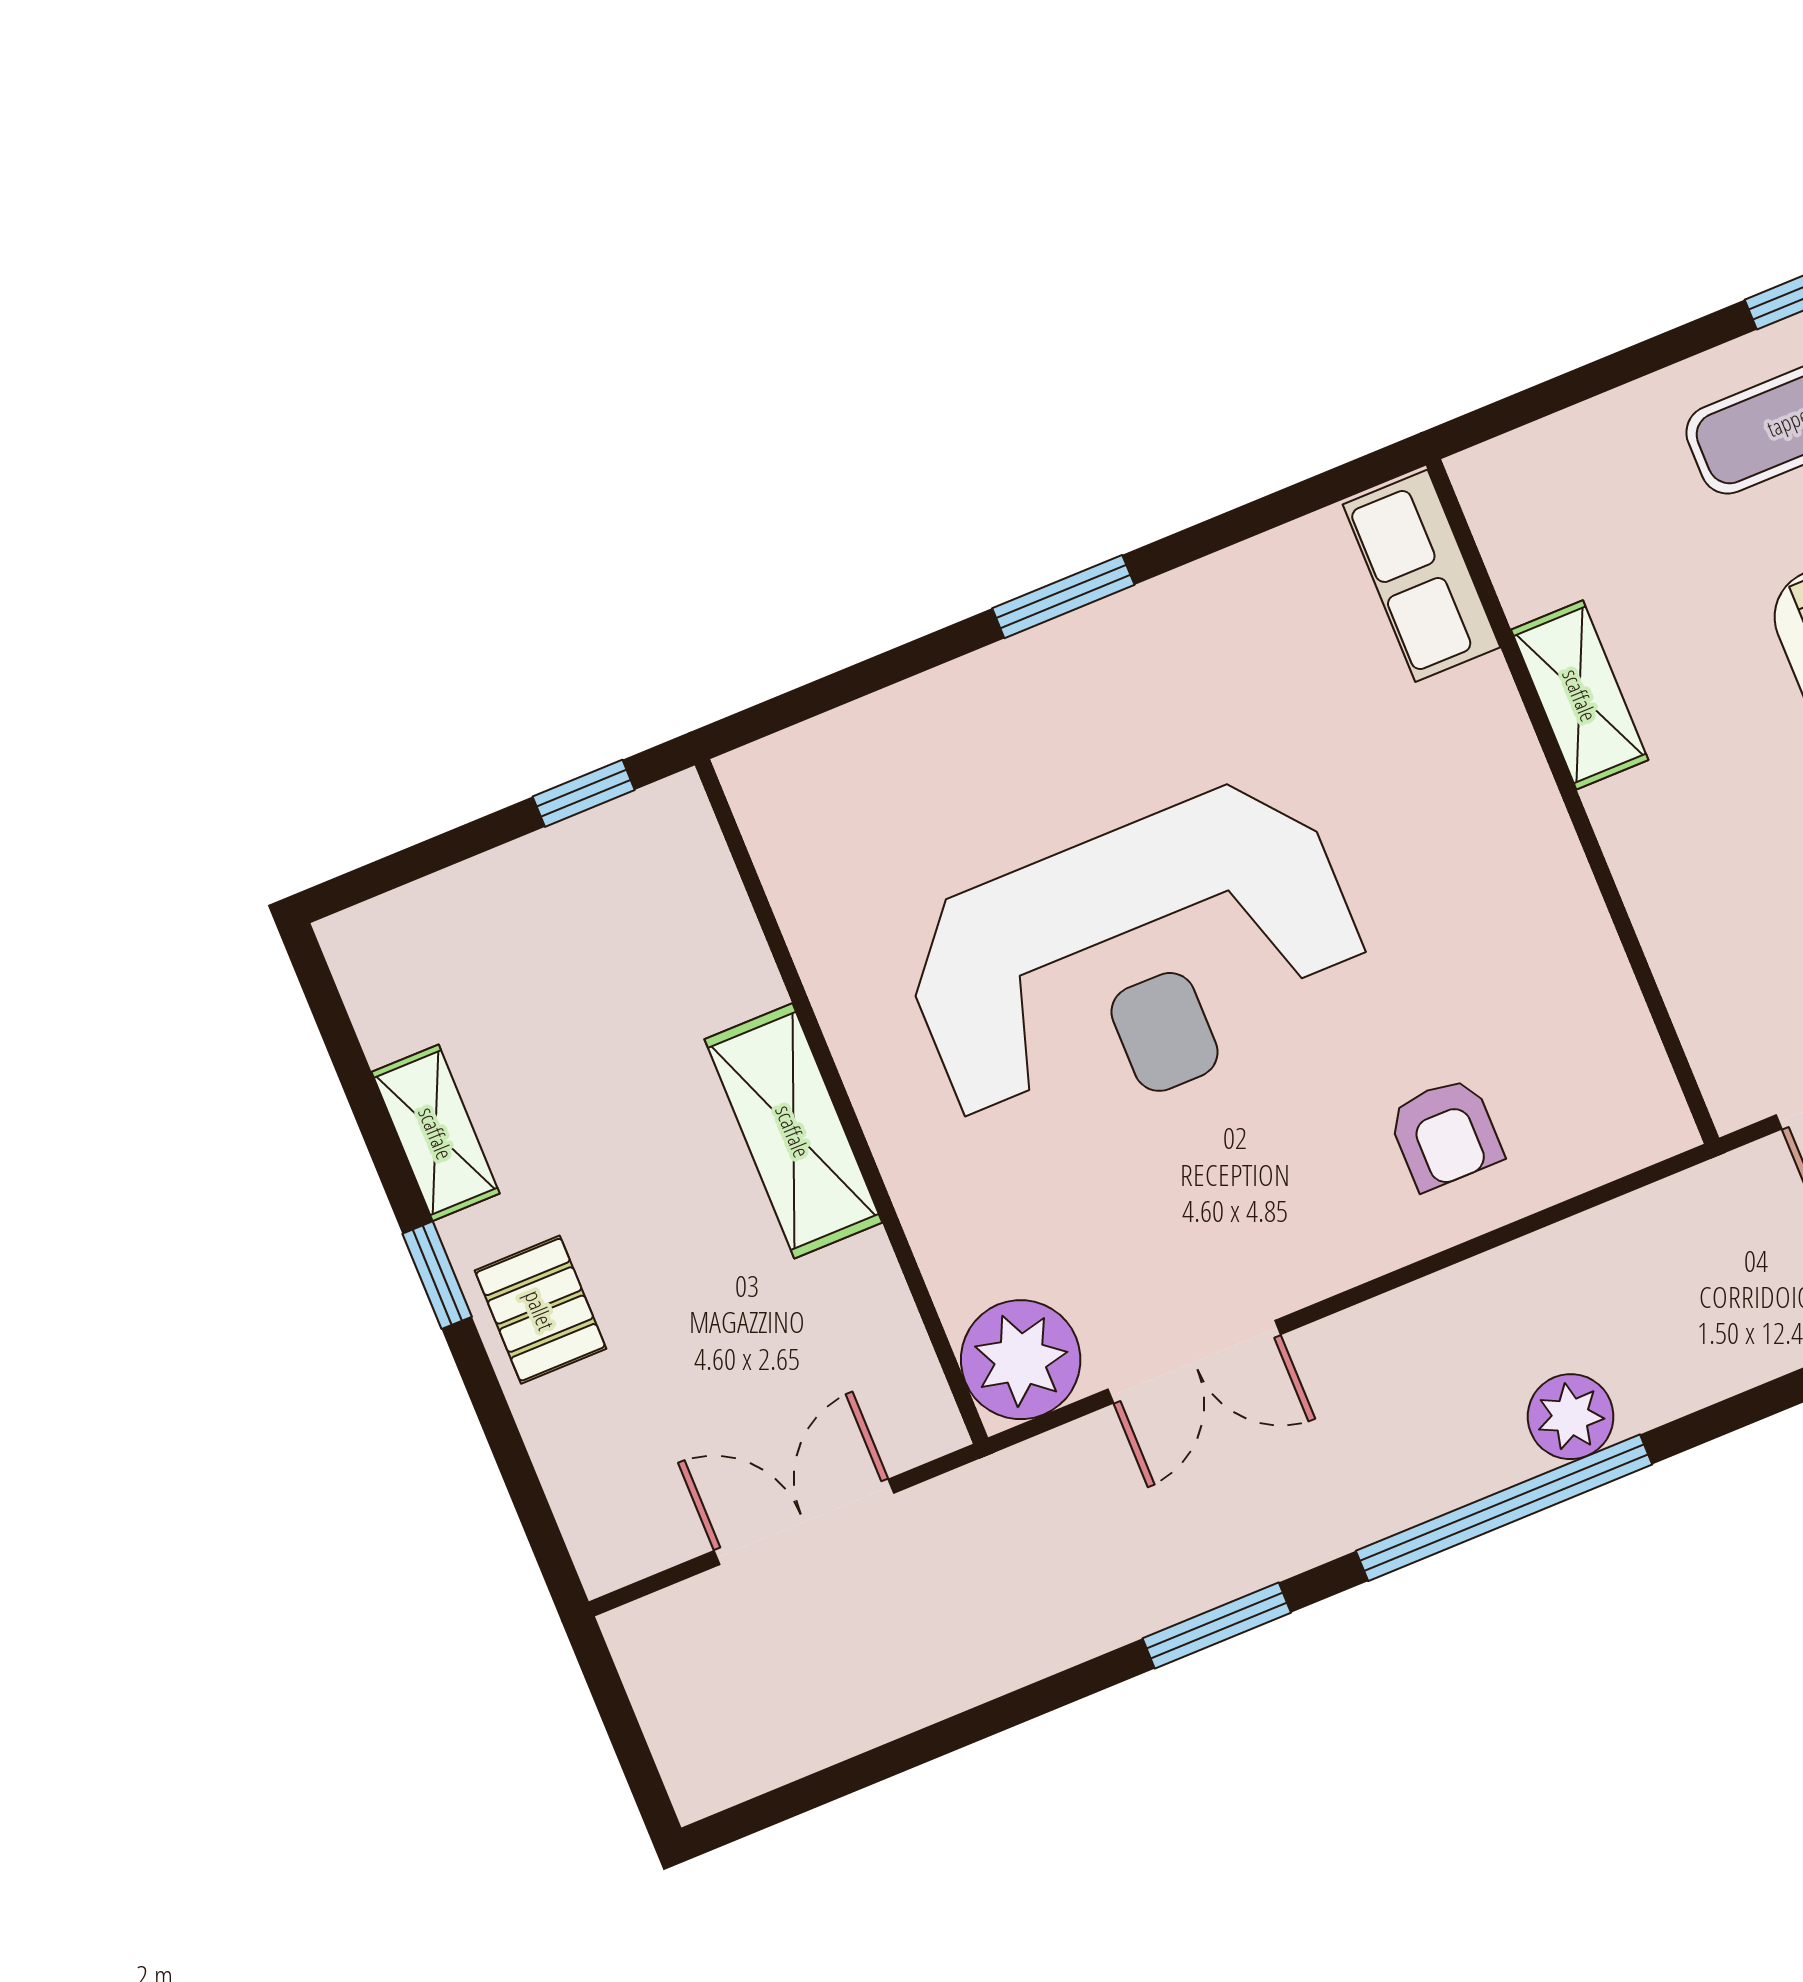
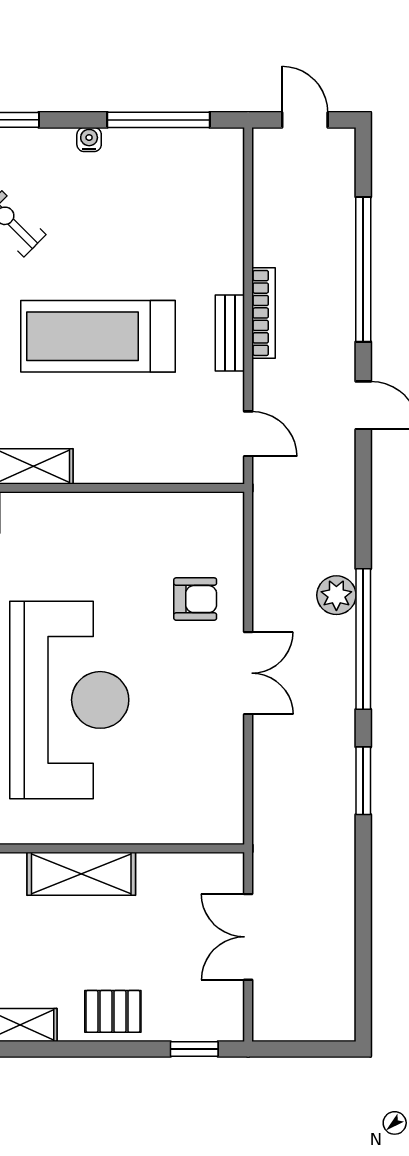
window: (437, 1275) -> (194, 1049), moved
plant: (1021, 1360) -> (217, 817), removed
double door: (1194, 1362) -> (248, 673), moved

